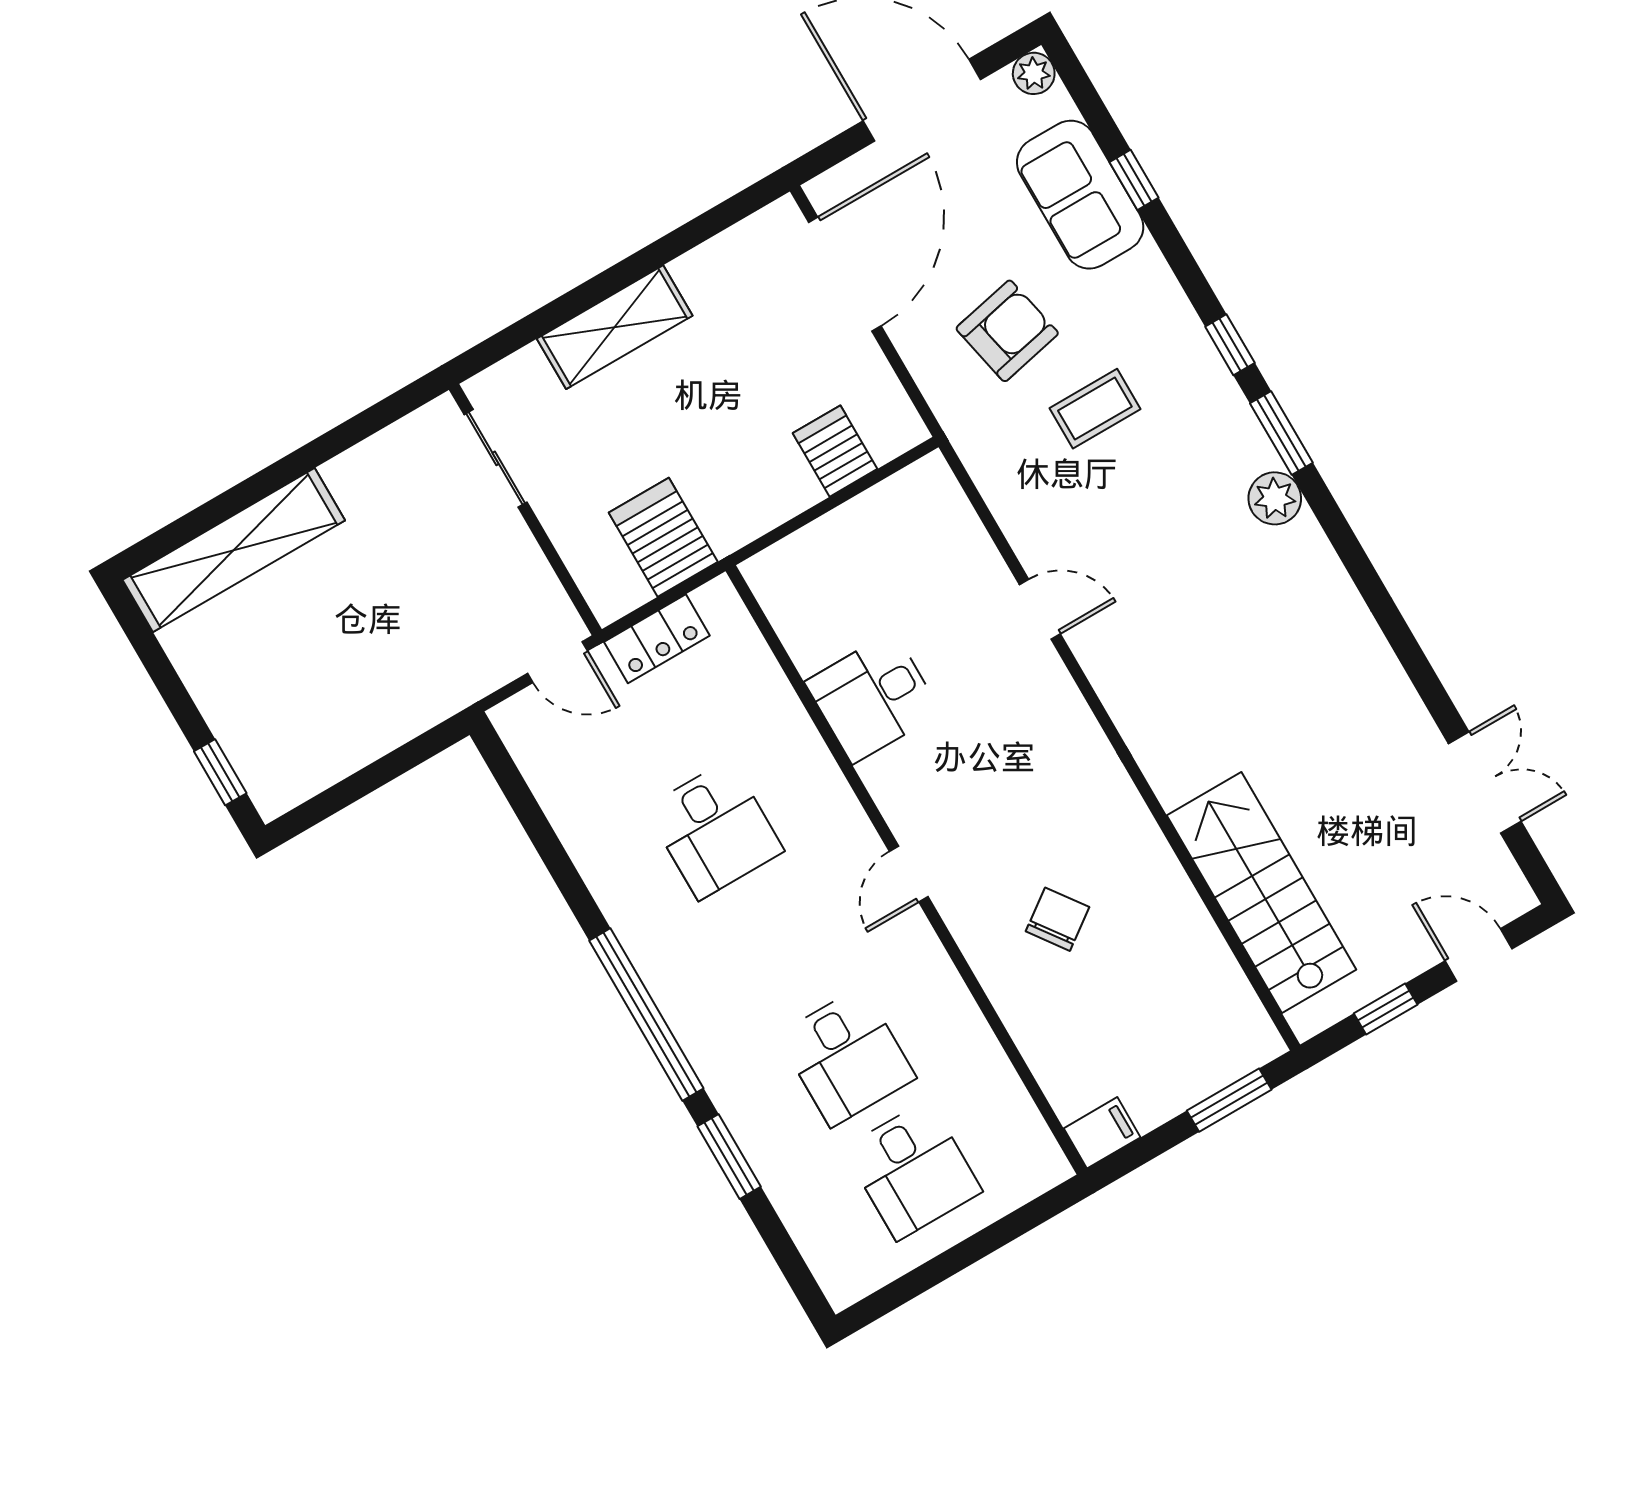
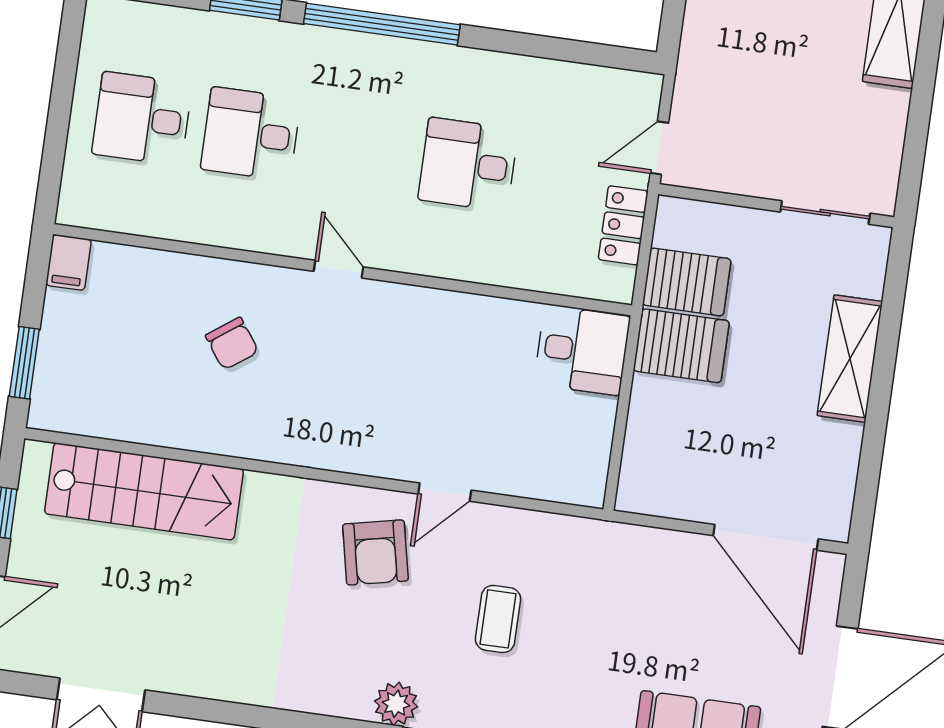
armchair: (1007, 331) -> (375, 552), moved
coffee table: (1095, 409) -> (498, 619), moved
server rack: (835, 451) -> (681, 346), moved, width x1.36, depth x1.44
desk: (873, 697) -> (582, 350), moved, turned 90

